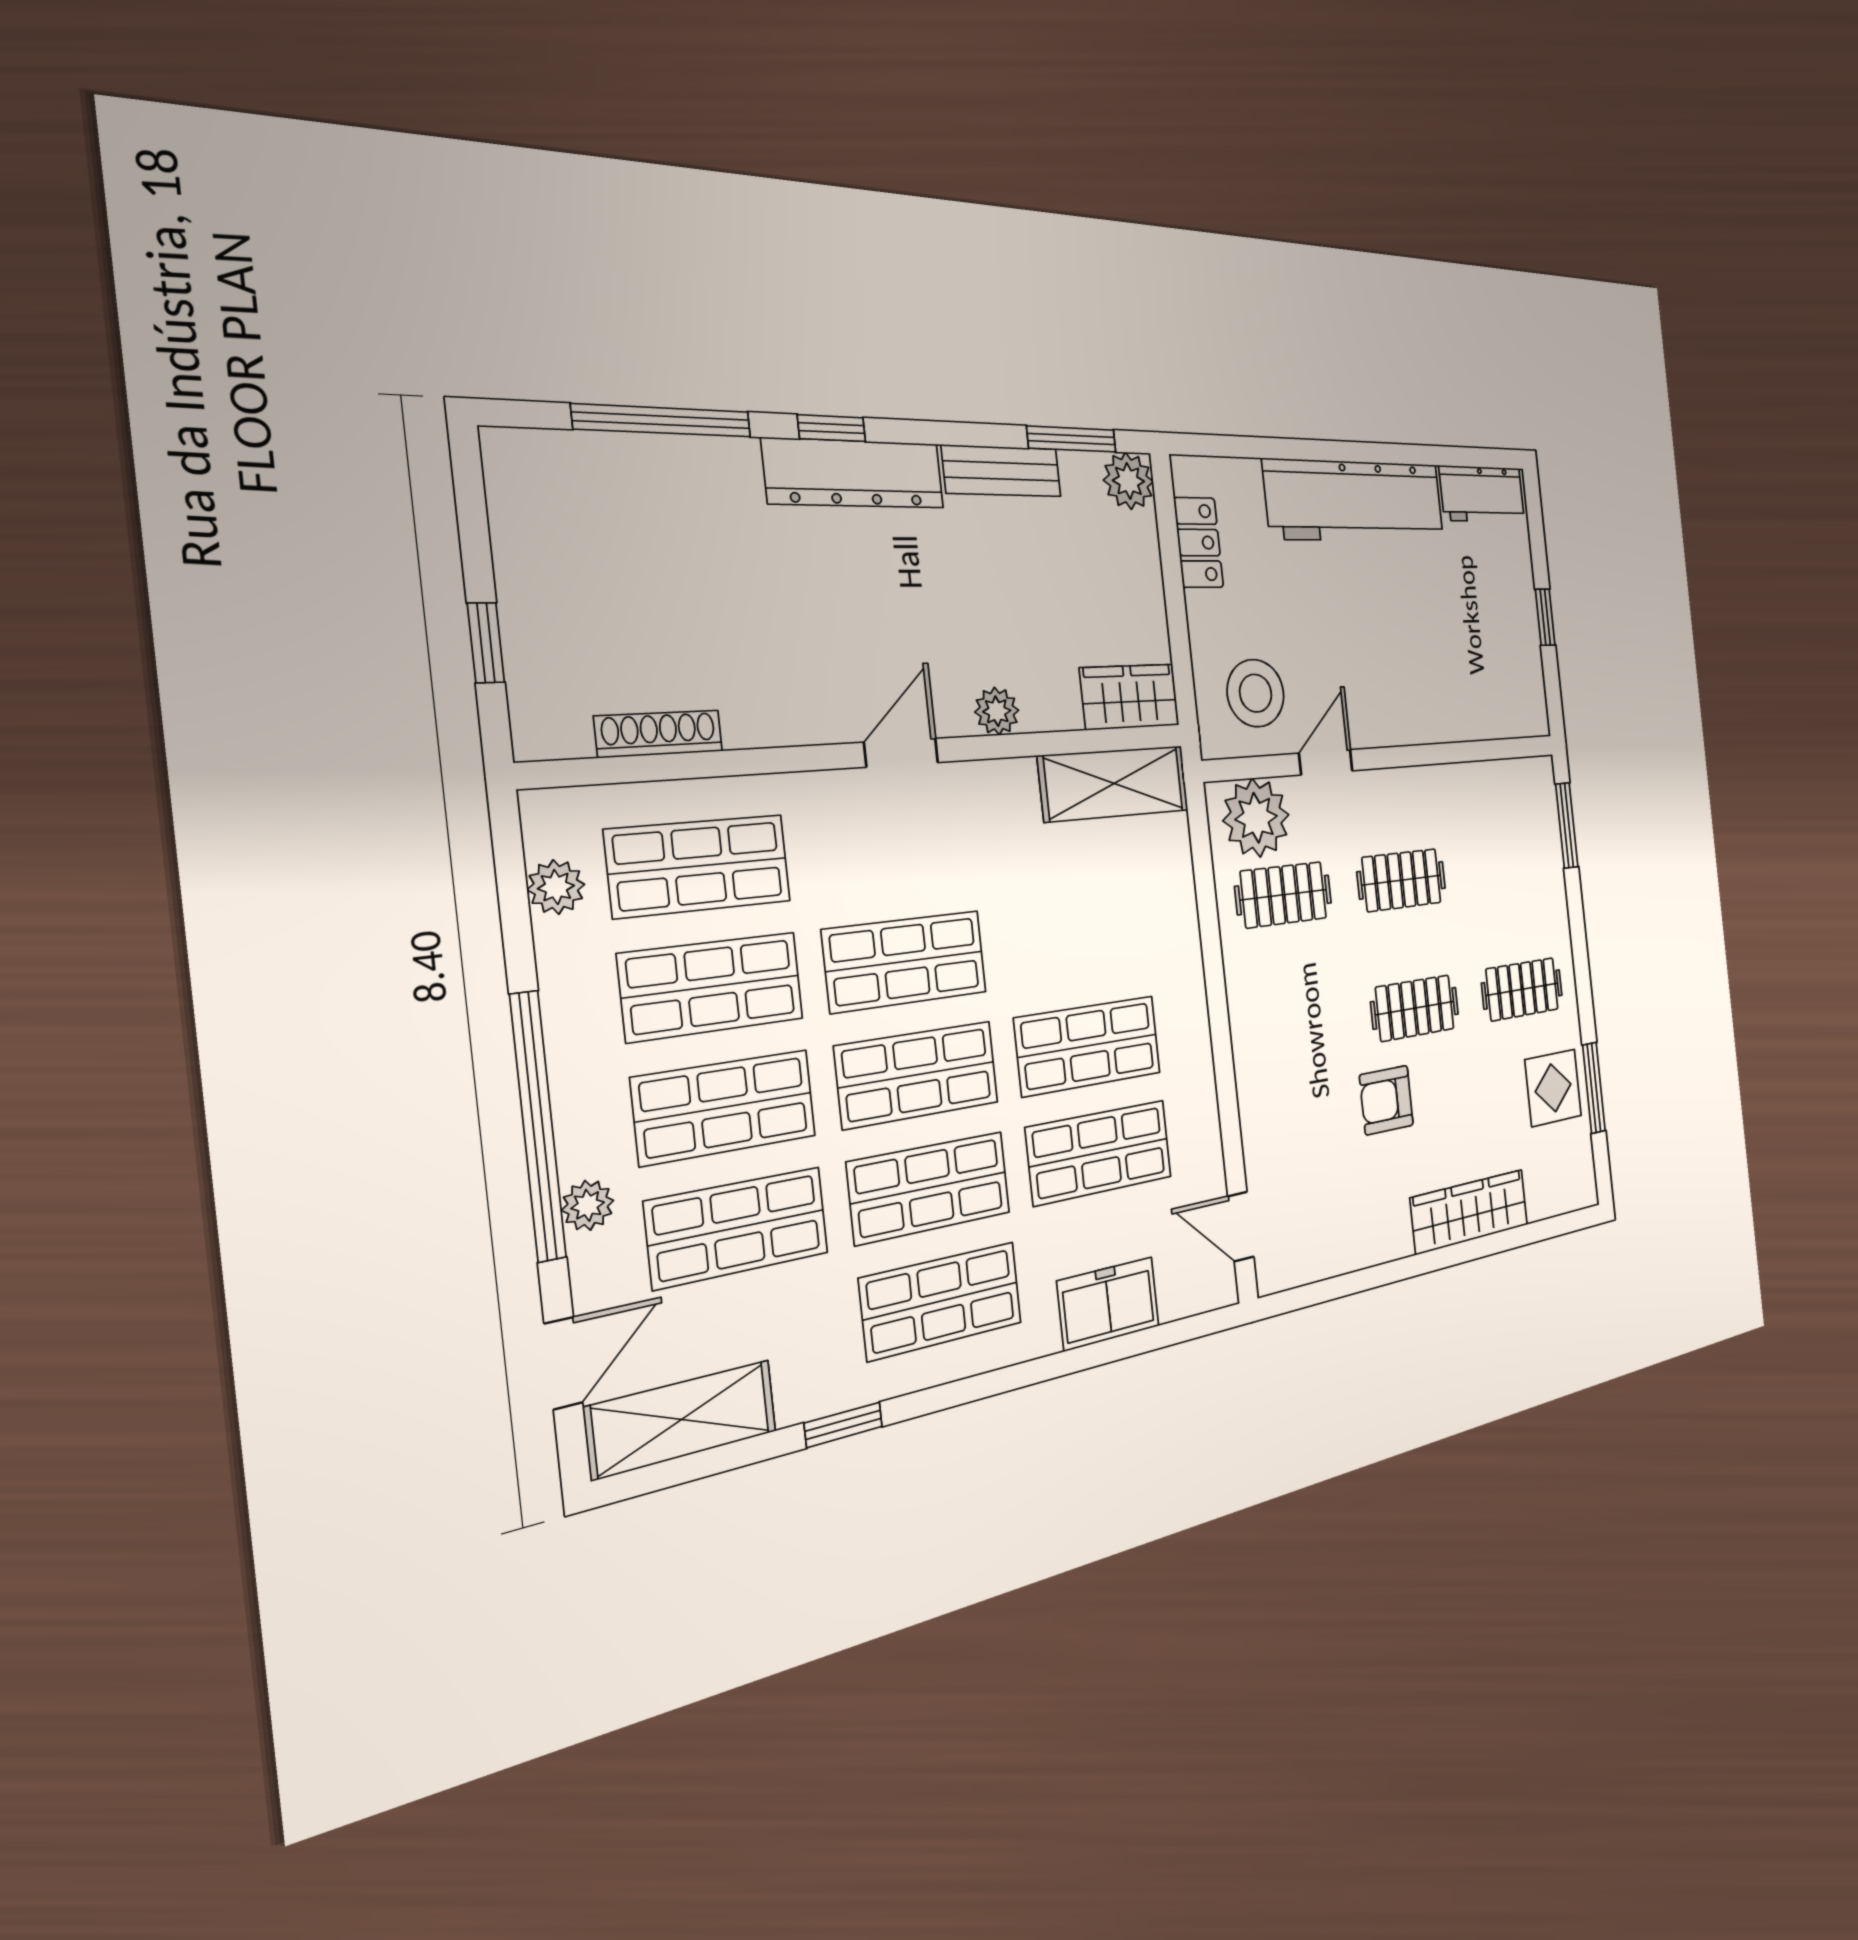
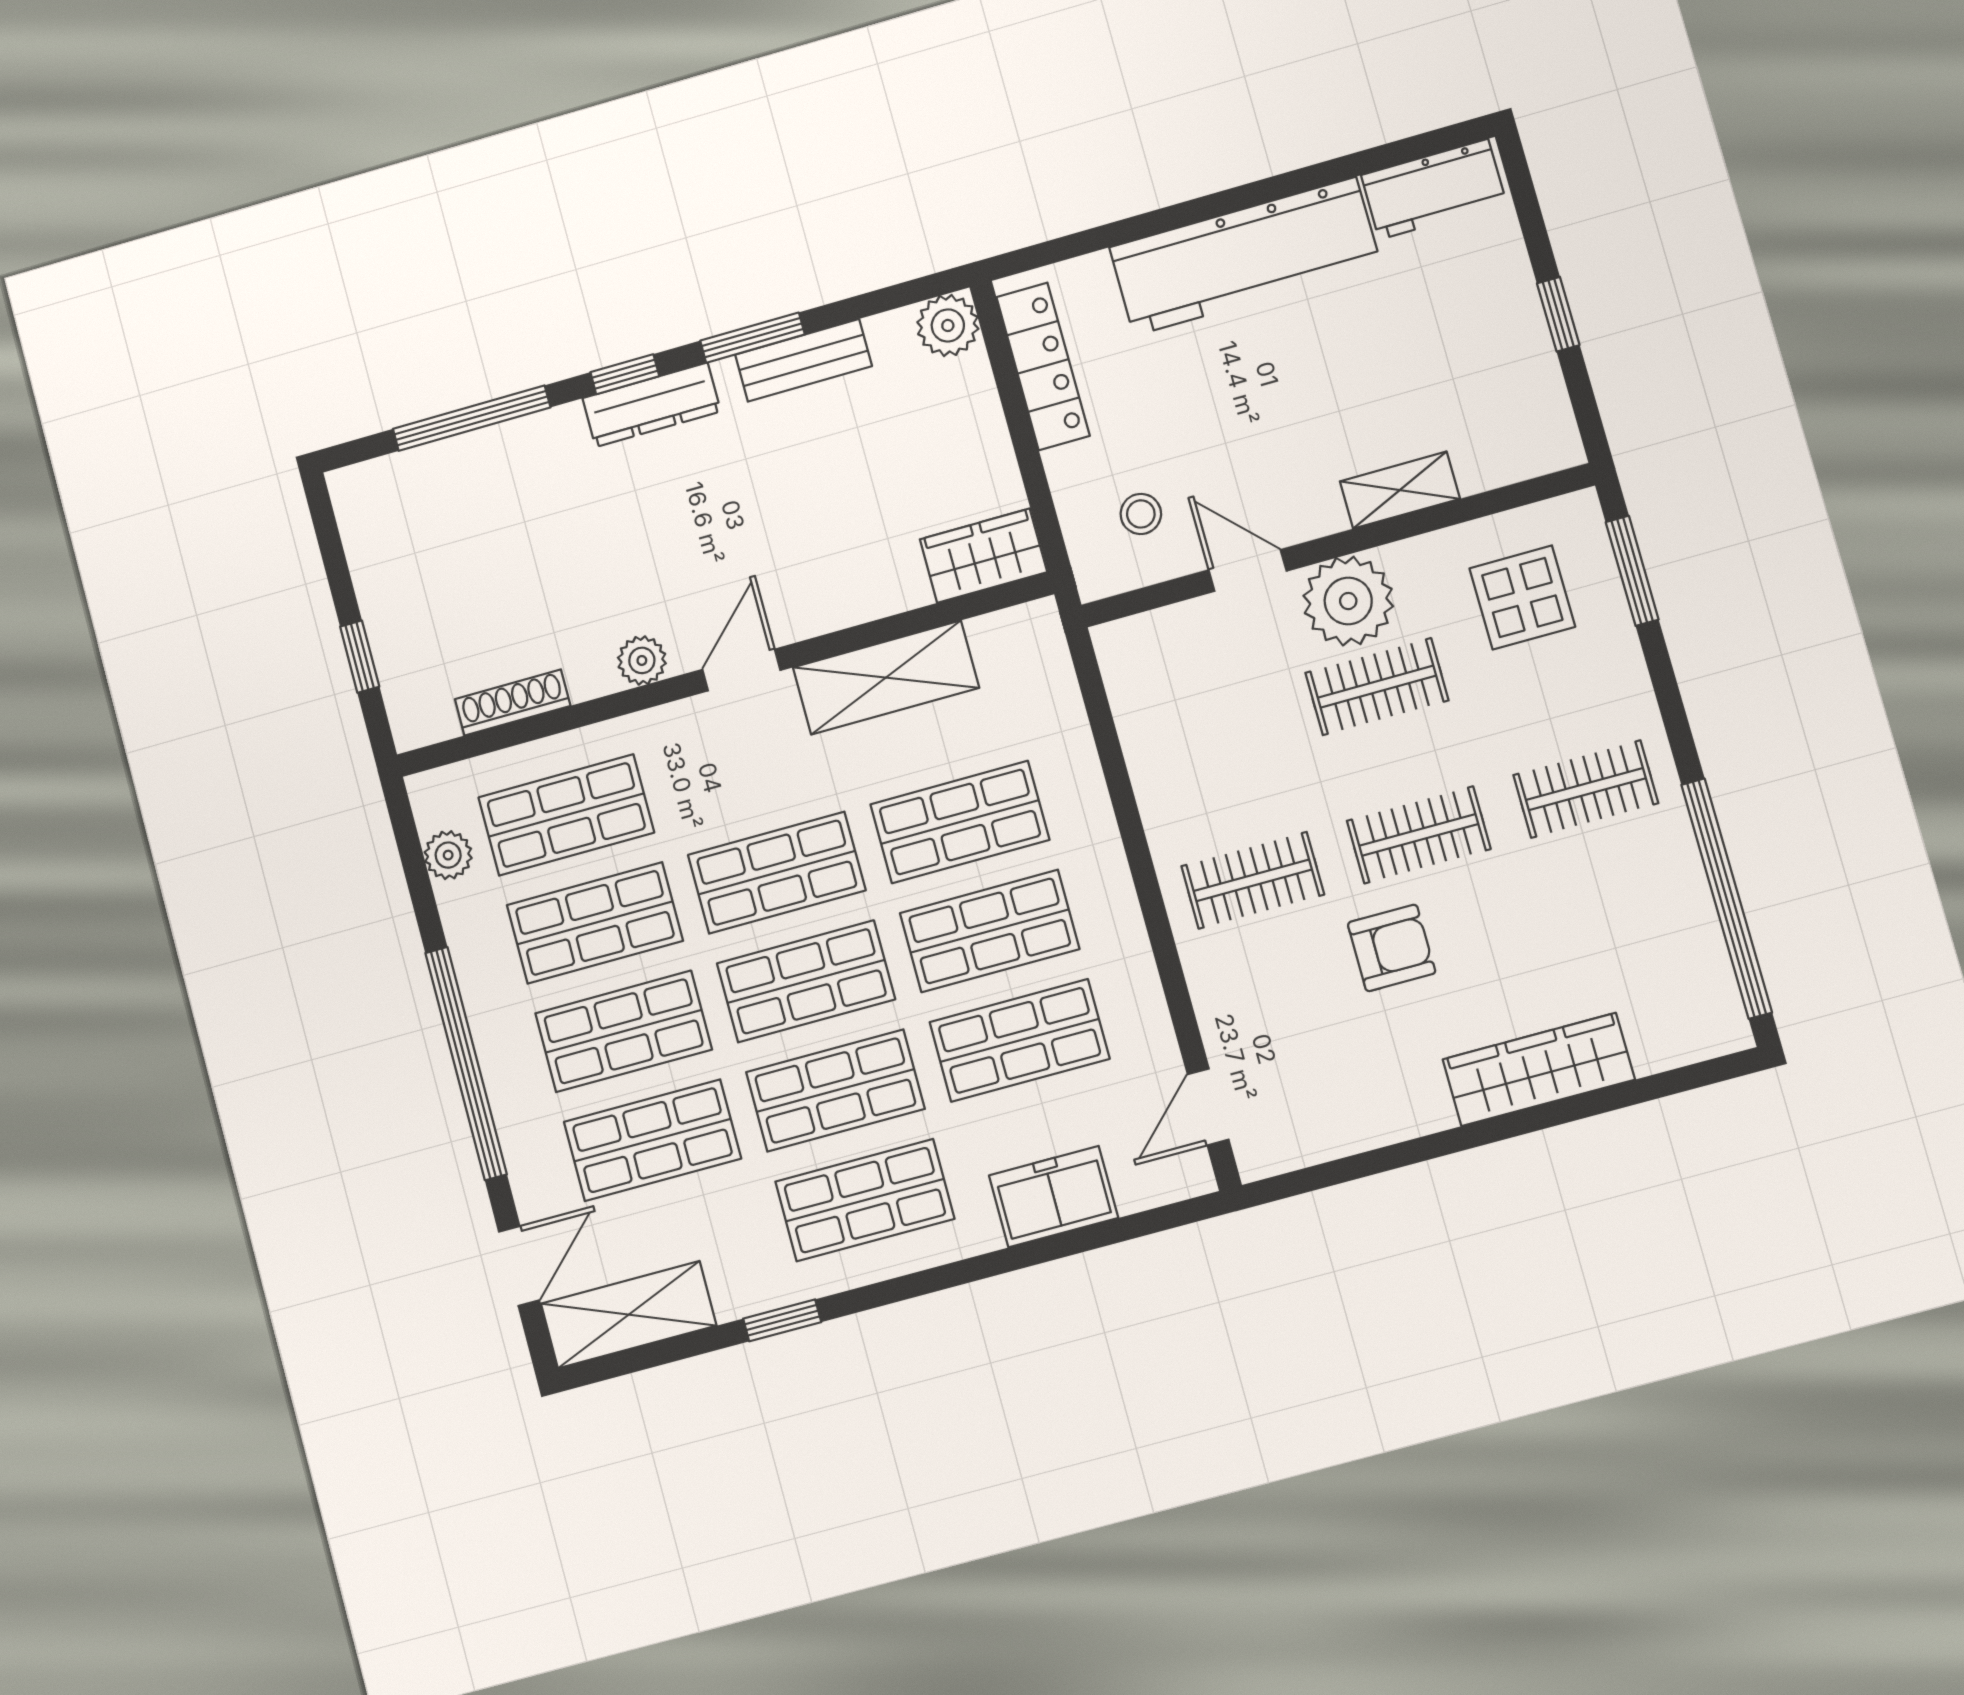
window: (1072, 439) -> (752, 338), moved
dresser: (854, 473) -> (652, 405), width x0.73, depth x0.80
locker: (1199, 543) -> (1043, 366), width x1.53
stool: (1256, 693) -> (1141, 514), width x0.53, depth x0.53
plant: (997, 711) -> (642, 660), moved
shelving: (1435, 724) -> (1400, 490), added
door: (1326, 762) -> (1248, 570), hinge flipped
shelving: (1114, 783) -> (886, 678), moved
plant: (1256, 818) -> (1348, 601), moved
clothes rail: (1284, 895) -> (1253, 880), moved
shop shelf: (1077, 939) -> (960, 822), added
display table: (1553, 1088) -> (1522, 598), moved
window: (1594, 1088) -> (1727, 898), width x2.11
armchair: (1386, 1100) -> (1392, 948), turned 180
plant: (588, 1205) -> (518, 1129), removed
door: (1241, 1227) -> (1208, 1107), hinge flipped

